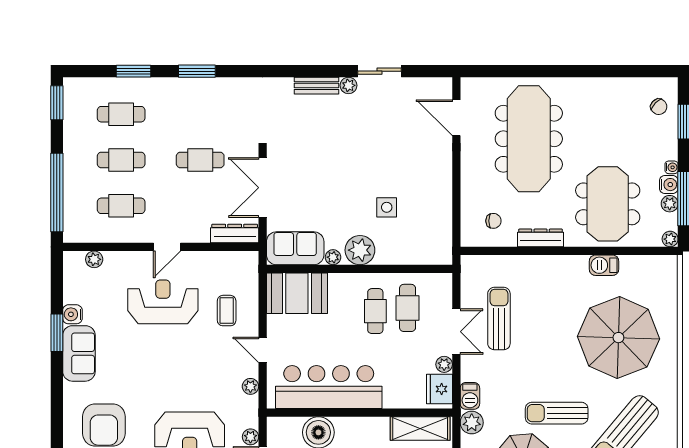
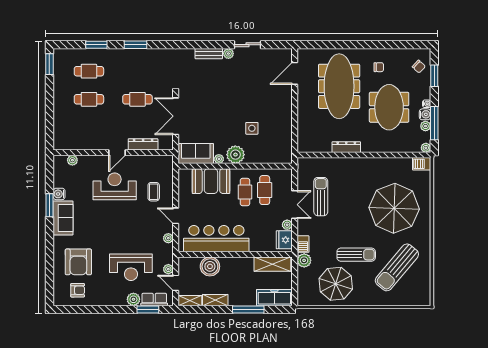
door: (456, 118) -> (295, 73), hinge flipped
window: (57, 193) -> (49, 119), removed
meeting table: (608, 204) -> (389, 107), moved
cafe table: (121, 206) -> (89, 127), removed
chair: (493, 221) -> (379, 67), moved
dresser: (235, 234) -> (143, 144), moved
barbecue: (604, 265) -> (422, 164), moved
booth: (297, 293) -> (211, 181), moved
sun lounger: (557, 413) -> (356, 255), turned 180

